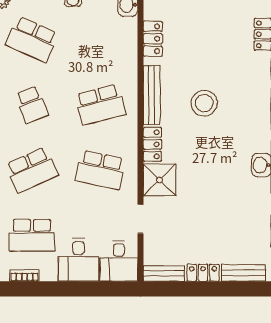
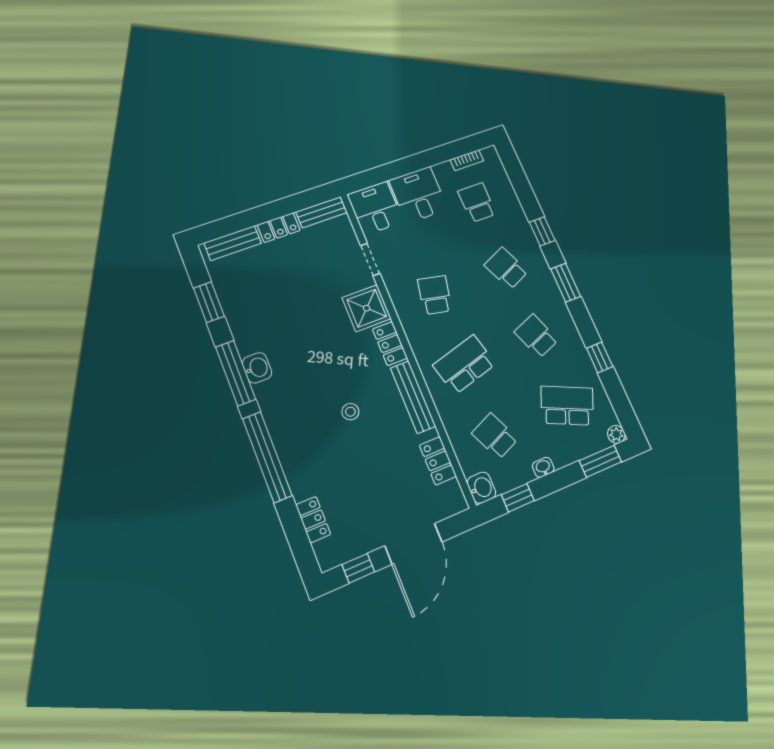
school desk: (100, 39) -> (495, 436), added
stool: (204, 103) -> (350, 412), width x0.53, depth x0.53
school desk: (32, 170) -> (506, 268), width x0.54
school desk: (100, 170) -> (435, 295), width x0.54
school desk: (32, 235) -> (477, 202), width x0.54

